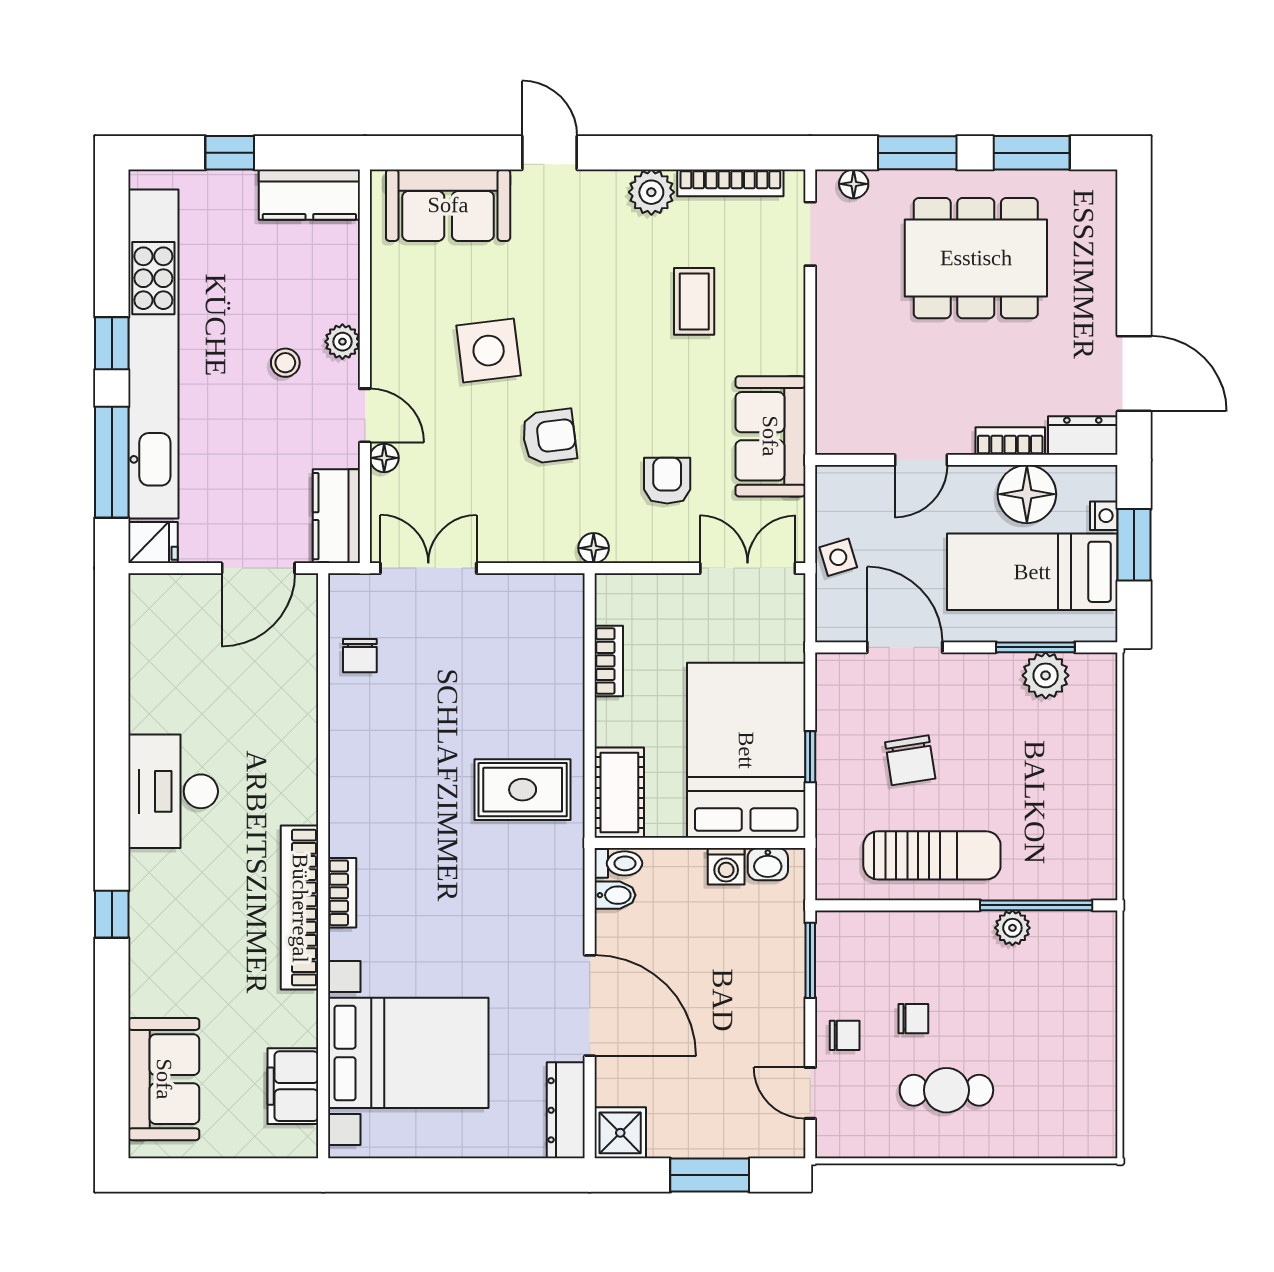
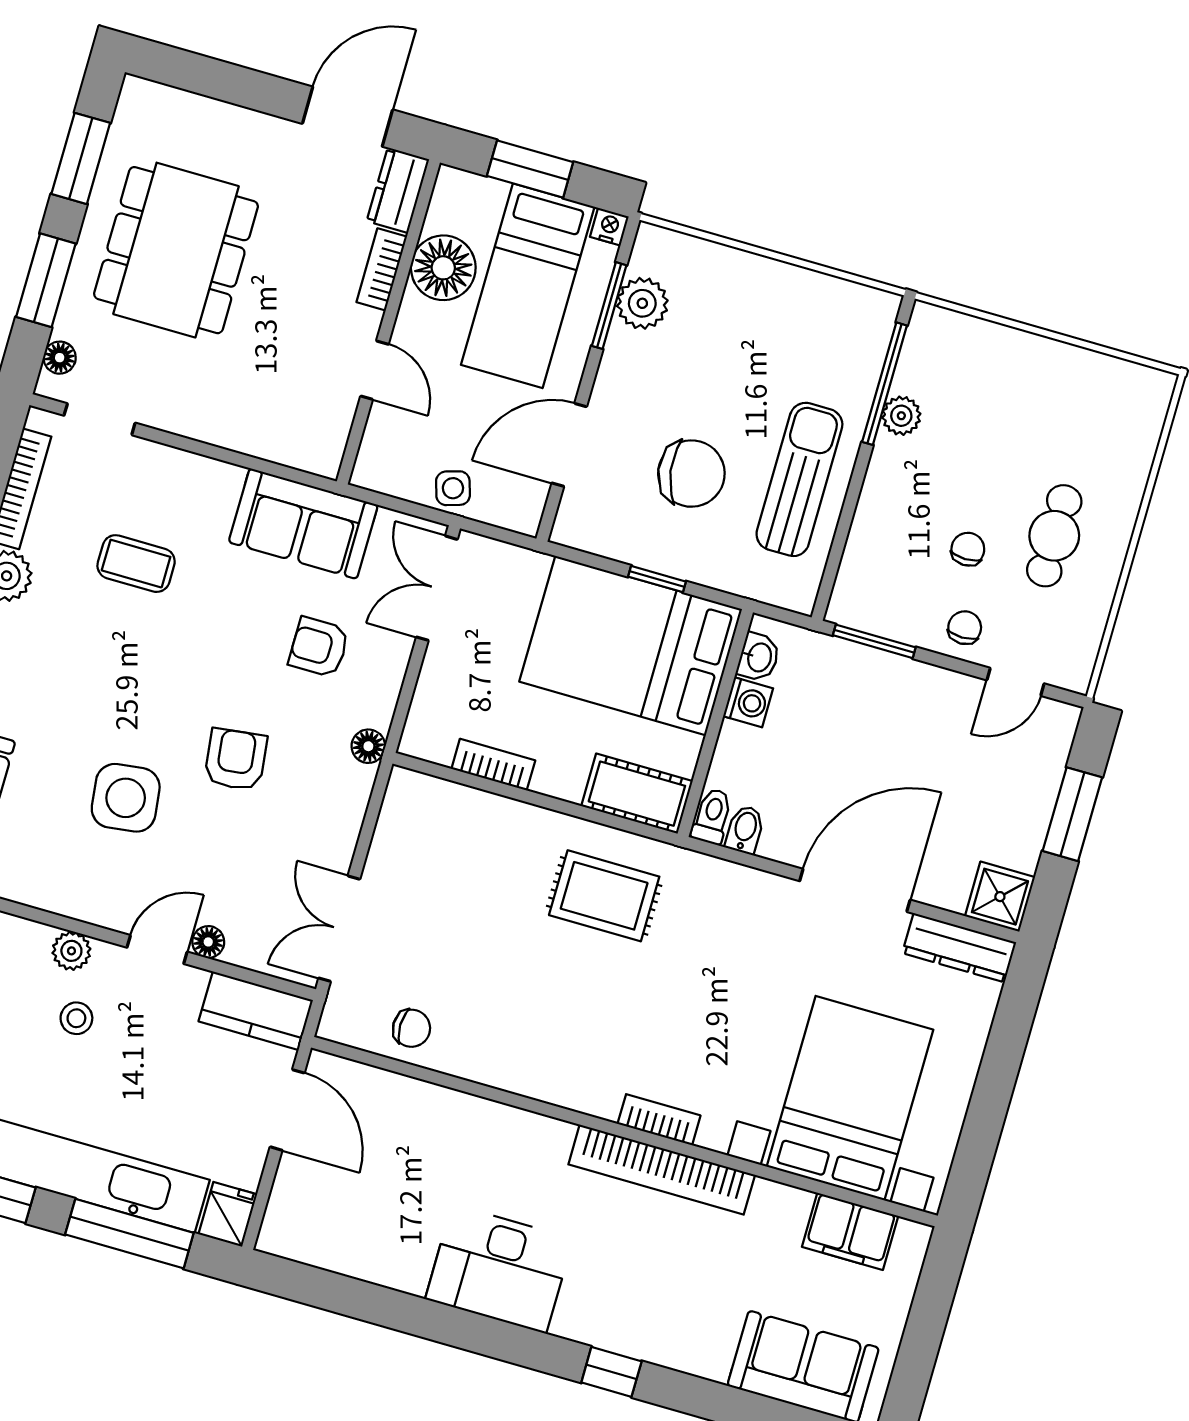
nightstand: (1104, 516) -> (609, 227), moved
chair: (910, 760) -> (691, 474), width x1.37, depth x1.37
rug: (523, 790) -> (604, 896), turned 90

